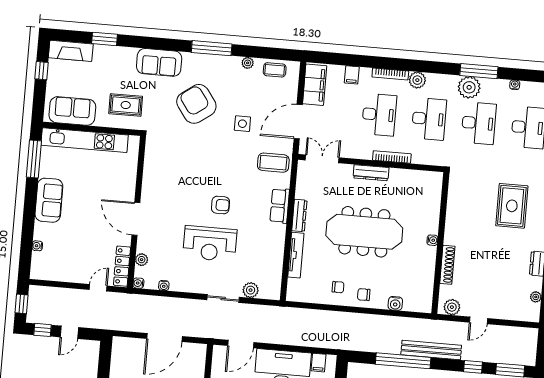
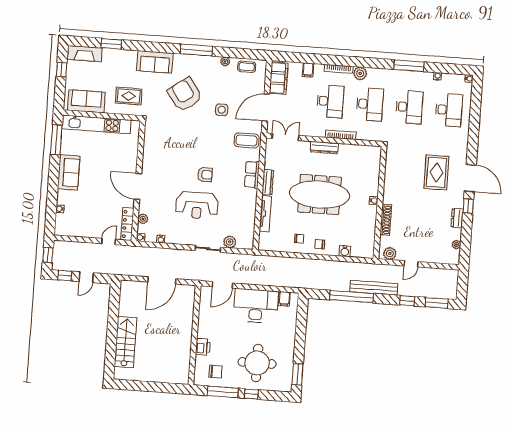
plant: (469, 87) -> (401, 79), removed

